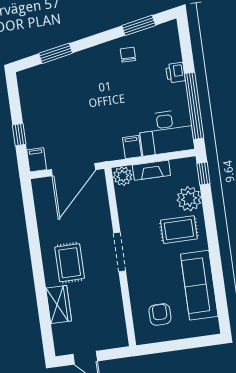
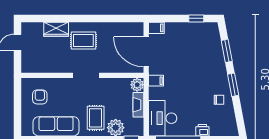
window: (139, 25) -> (233, 85), moved
window: (19, 135) -> (196, 18), moved
filing cabinet: (132, 147) -> (156, 81), moved
armchair: (160, 314) -> (40, 97), turned -90

